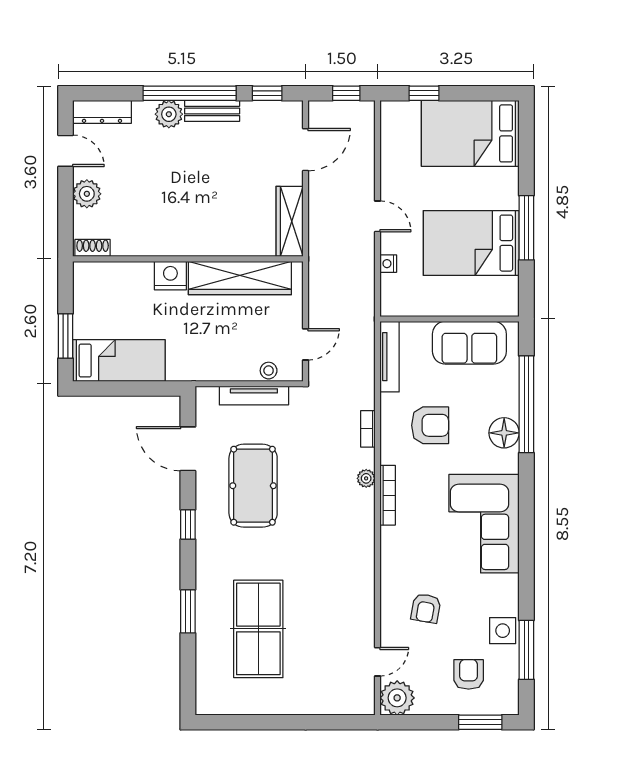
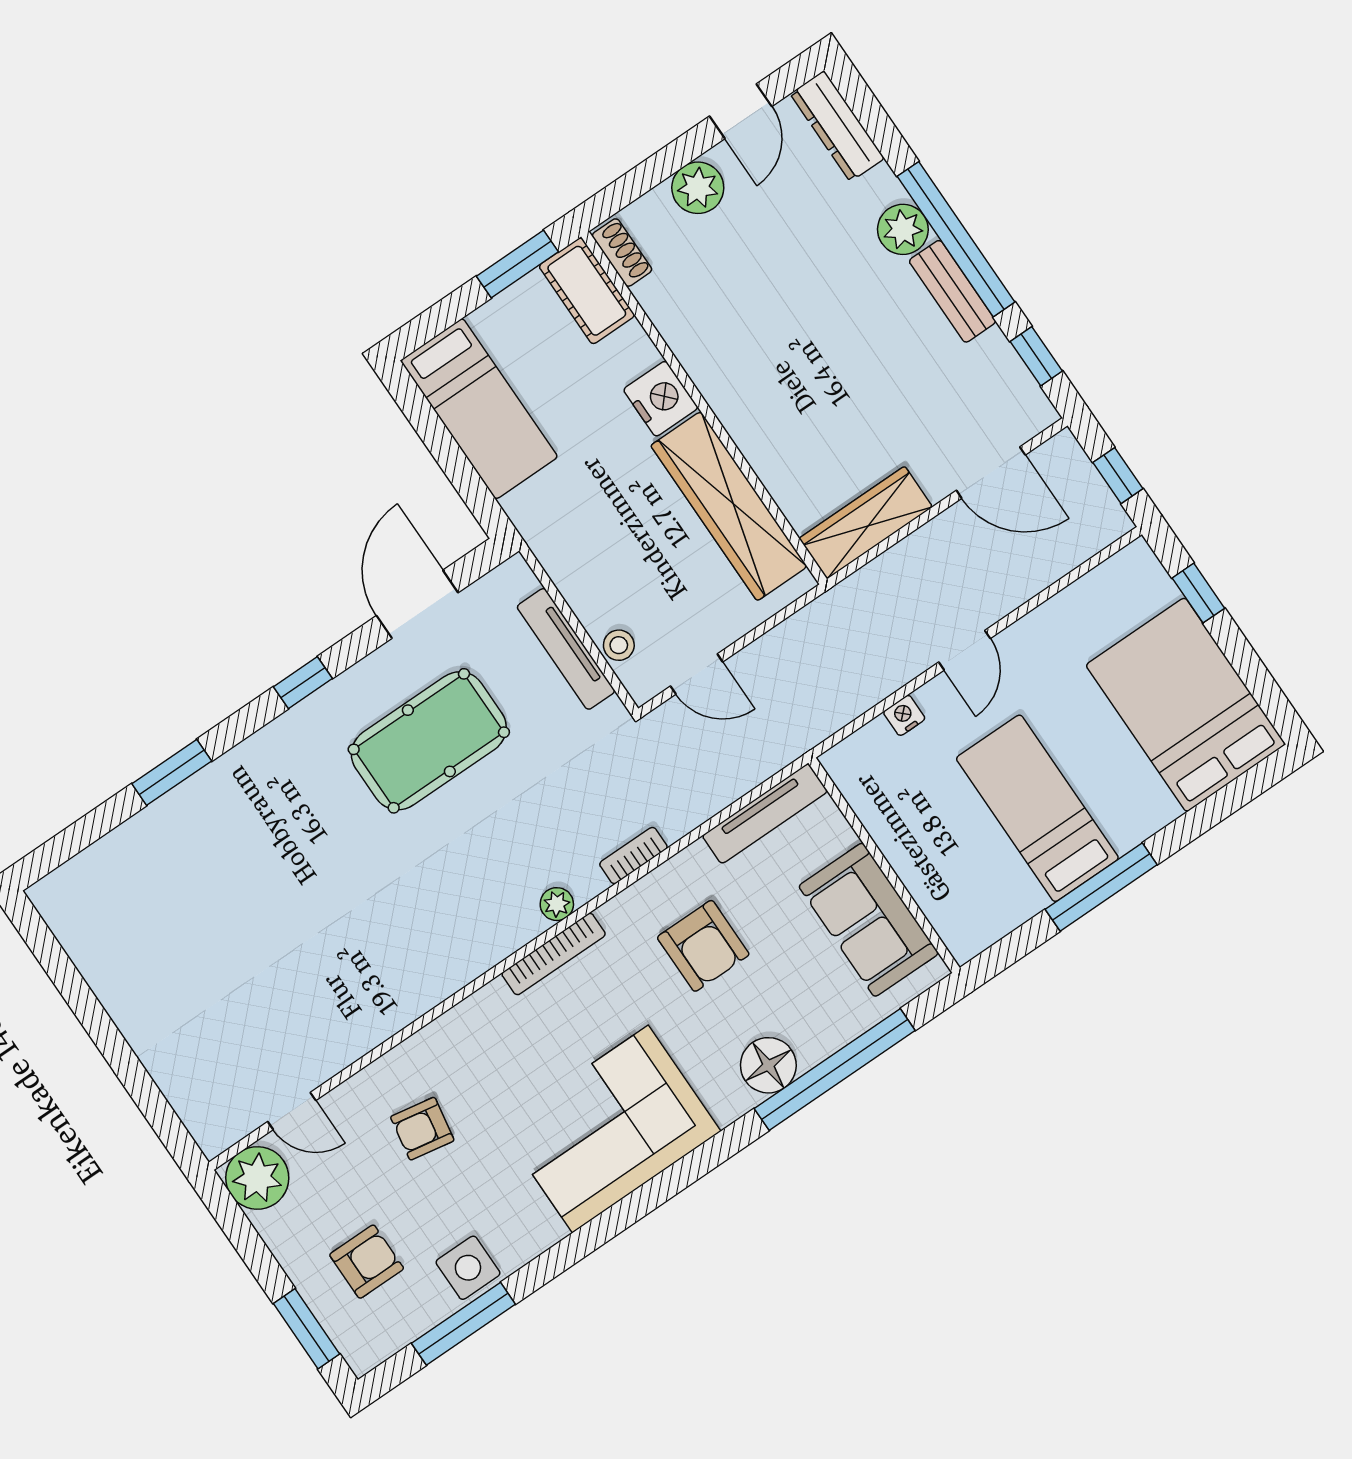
bed: (471, 243) -> (1037, 808), width x0.67
cot: (99, 276) -> (587, 291), added
window: (65, 336) -> (517, 264), moved
table tennis table: (258, 629) -> (218, 897), removed

